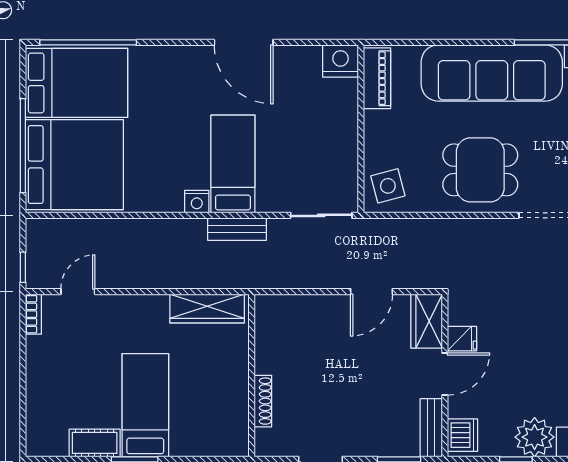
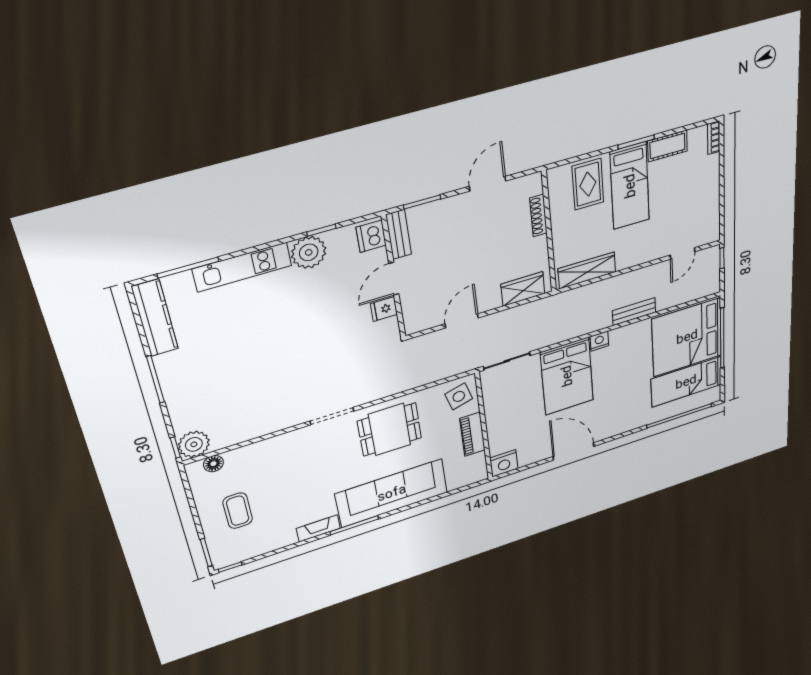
piano: (377, 78) -> (472, 434), moved
bed: (77, 83) -> (686, 382), width x0.67
bed: (233, 164) -> (567, 376), width x1.50
bench: (237, 229) -> (634, 312), moved
bookcase: (33, 314) -> (714, 138), moved
wardrobe: (427, 321) -> (523, 289), moved, turned -90
rug: (198, 423) -> (588, 184), added

